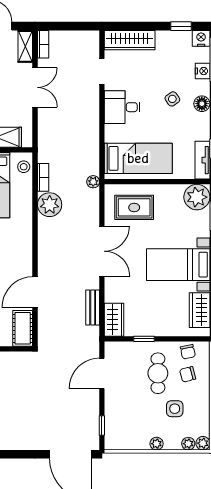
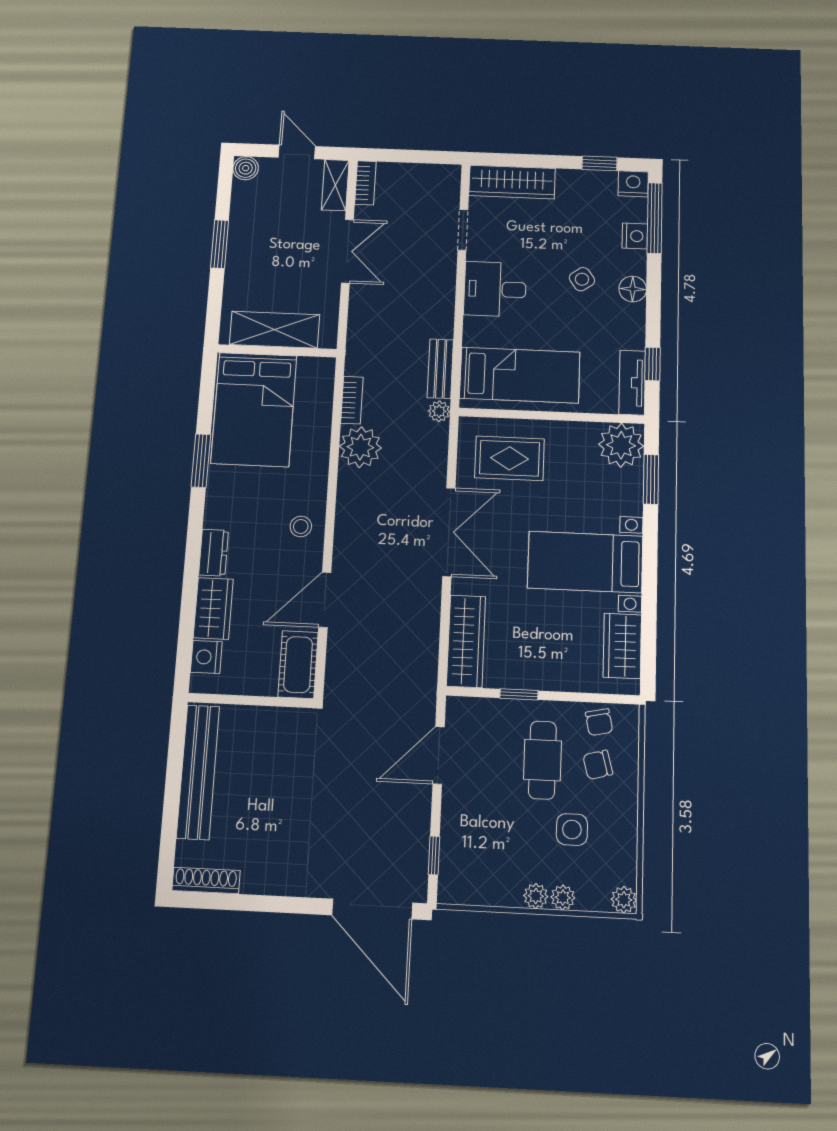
stool: (24, 167) -> (301, 526), moved
bench: (93, 308) -> (440, 369), moved
wardrobe: (114, 320) -> (466, 641), width x1.50
plant: (188, 444) -> (563, 898), moved

